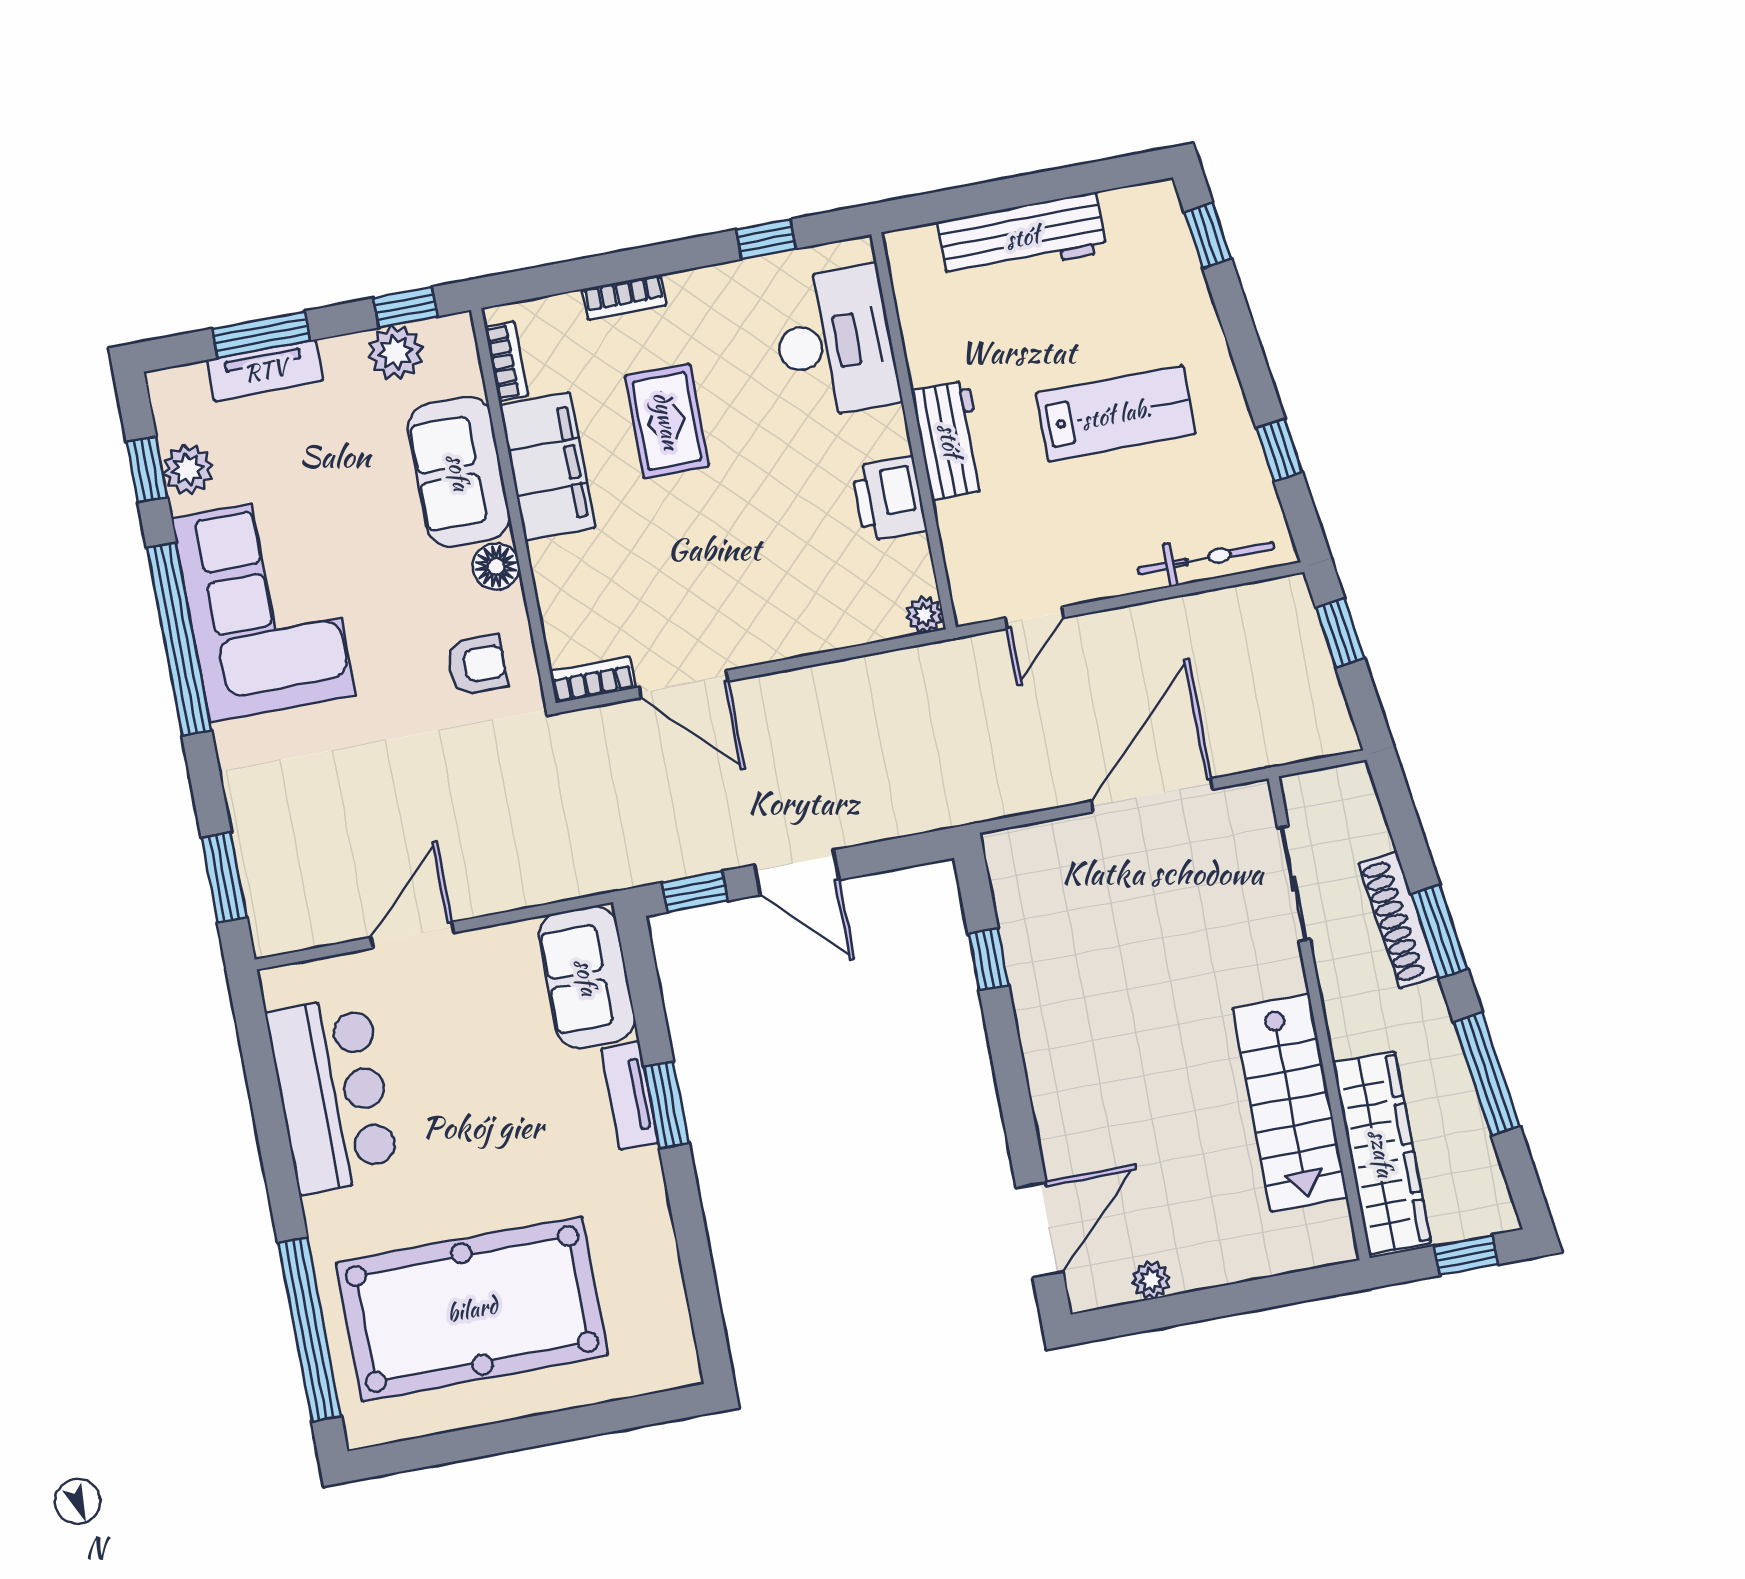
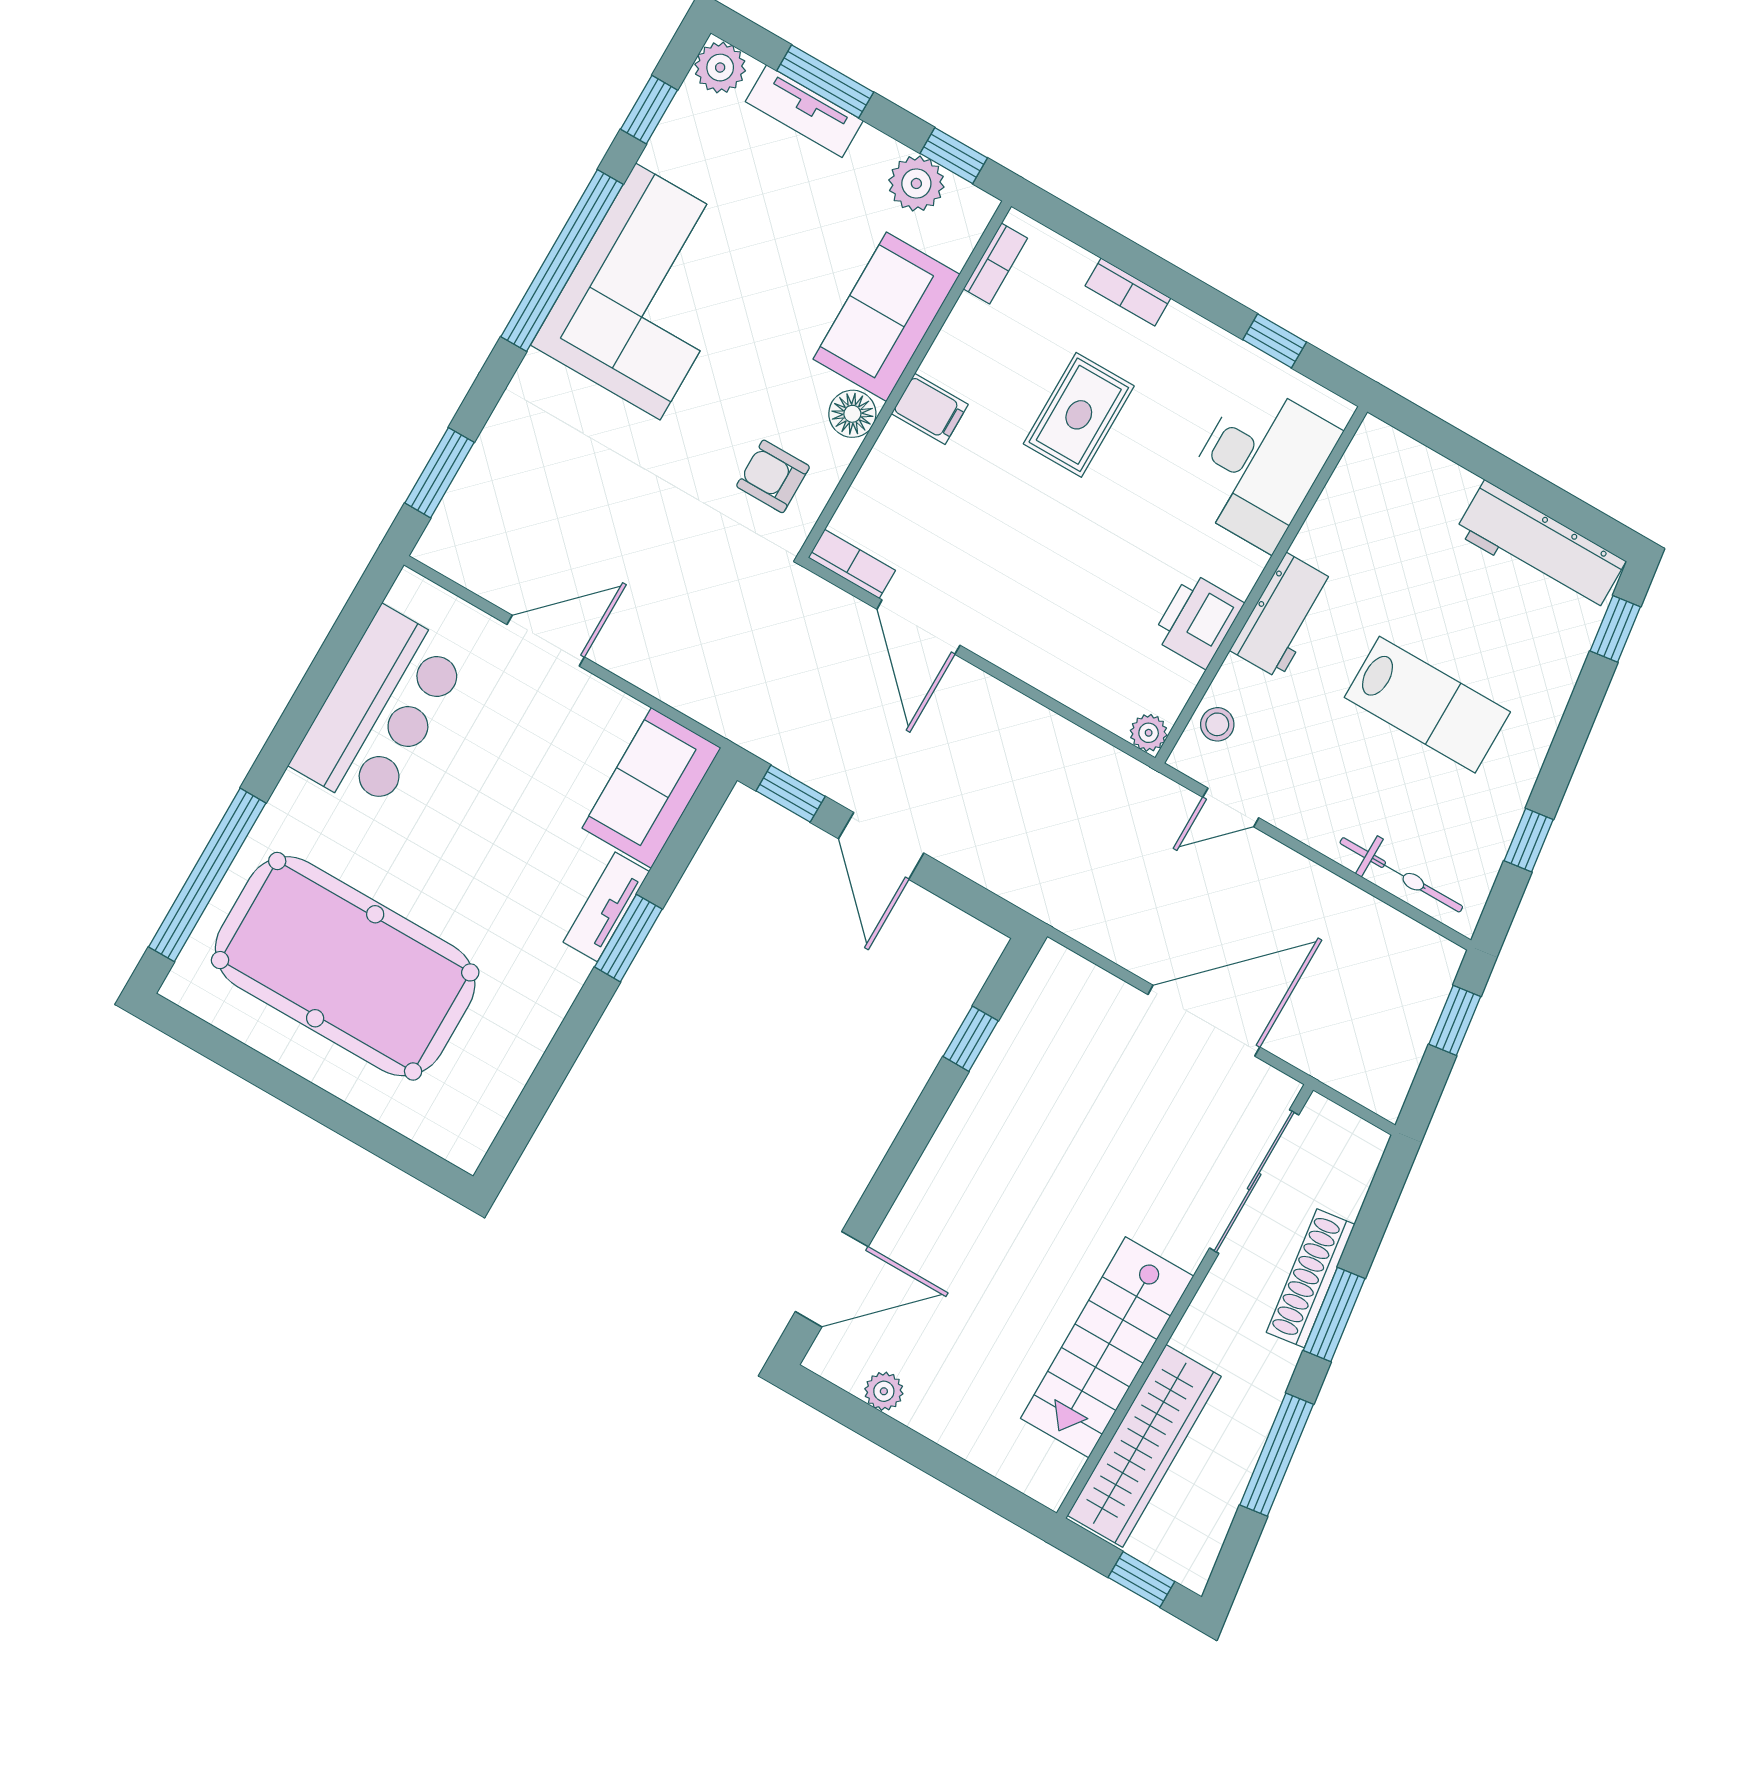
workbench: (1022, 237) -> (1540, 547), moved
filing cabinet: (548, 467) -> (930, 409), width x0.33, depth x0.86
plant: (188, 469) -> (720, 68), moved
stool: (971, 564) -> (1217, 724), added
armchair: (477, 665) -> (773, 476), turned 180
sliding door: (1294, 884) -> (1254, 1182), width x1.37

